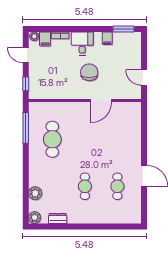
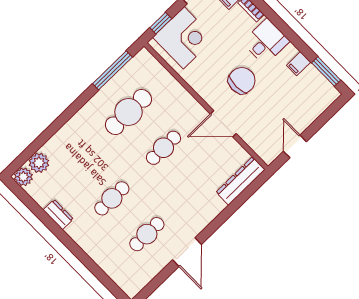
corner desk: (43, 80) -> (184, 38), added
dresser: (135, 119) -> (240, 181), added
cafe table: (85, 139) -> (163, 148), added
plant: (35, 193) -> (39, 163), moved
dresser: (58, 219) -> (58, 214), moved

